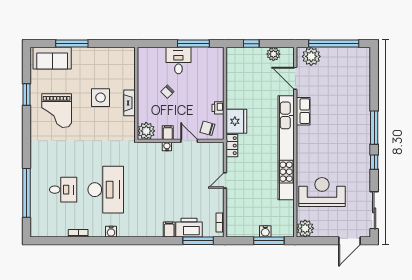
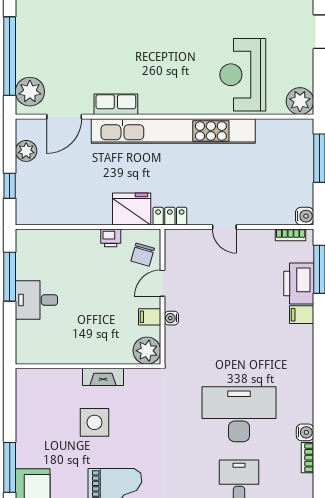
chair: (167, 92) -> (85, 317), removed
water cooler: (265, 231) -> (305, 216), moved
water cooler: (111, 232) -> (305, 432), moved

